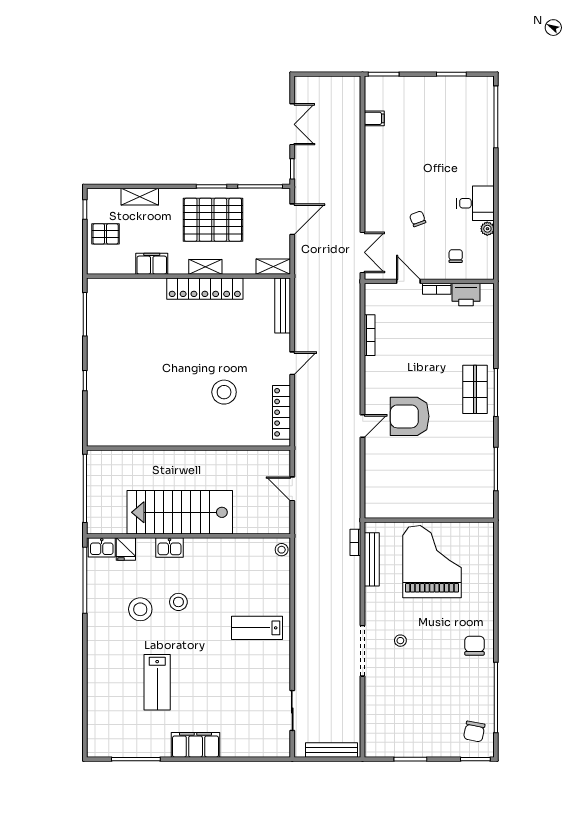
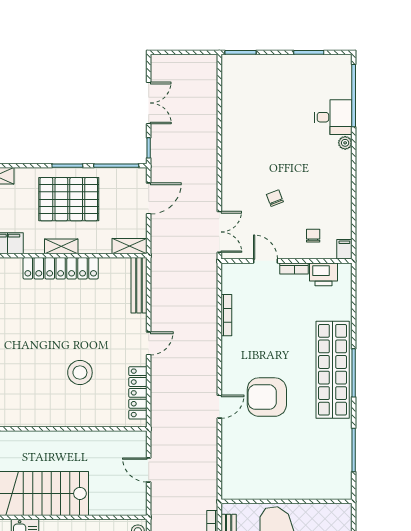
filing cabinet: (374, 118) -> (344, 249), moved, turned -90
desk: (476, 203) -> (333, 117), moved
plant: (487, 229) -> (345, 143), moved
shop shelf: (475, 389) -> (333, 370), width x2.00, depth x1.36

